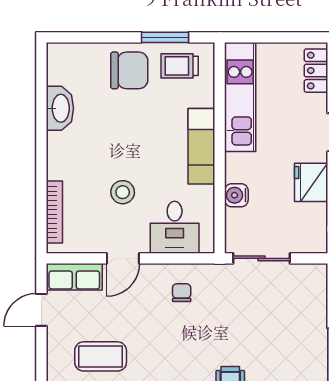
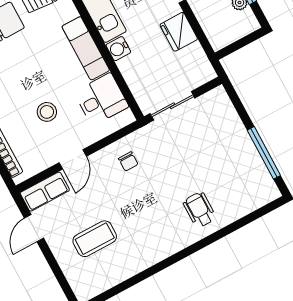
water cooler: (236, 195) -> (118, 49), moved
desk: (175, 227) -> (101, 99), moved, turned -90
chair: (182, 293) -> (128, 161), turned 180

